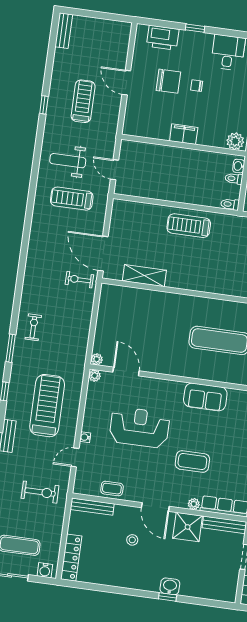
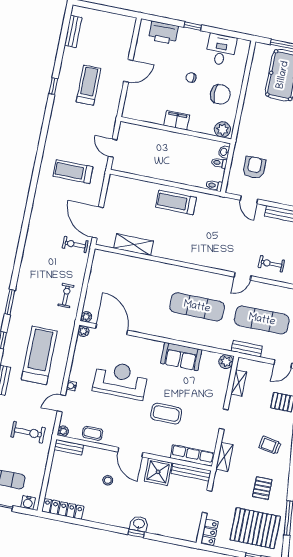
bench: (64, 31) -> (73, 32), moved
chair: (168, 81) -> (220, 94), moved
door: (126, 83) -> (128, 71), swing flipped
weight bench: (68, 161) -> (71, 137), removed
exercise bike: (33, 327) -> (66, 295), moved
door: (126, 371) -> (112, 329), width x1.36
plant: (194, 504) -> (63, 431), moved
bench: (92, 507) -> (69, 447), width x0.73
locker: (71, 558) -> (63, 509), moved, turned -90

